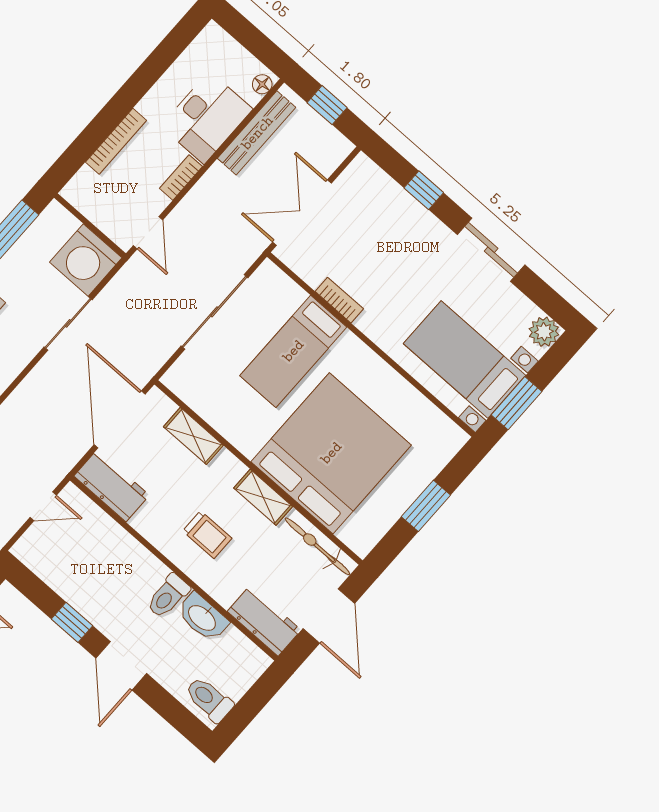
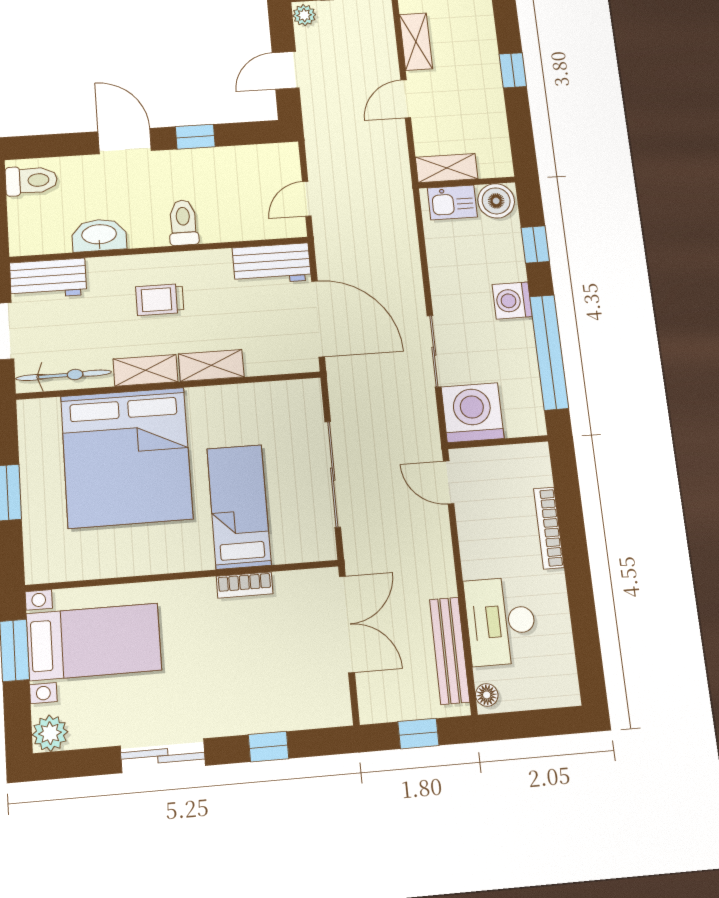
bookcase: (181, 177) -> (470, 552), removed
shelving: (193, 436) -> (211, 365), moved
toilet: (168, 596) -> (183, 223), moved

